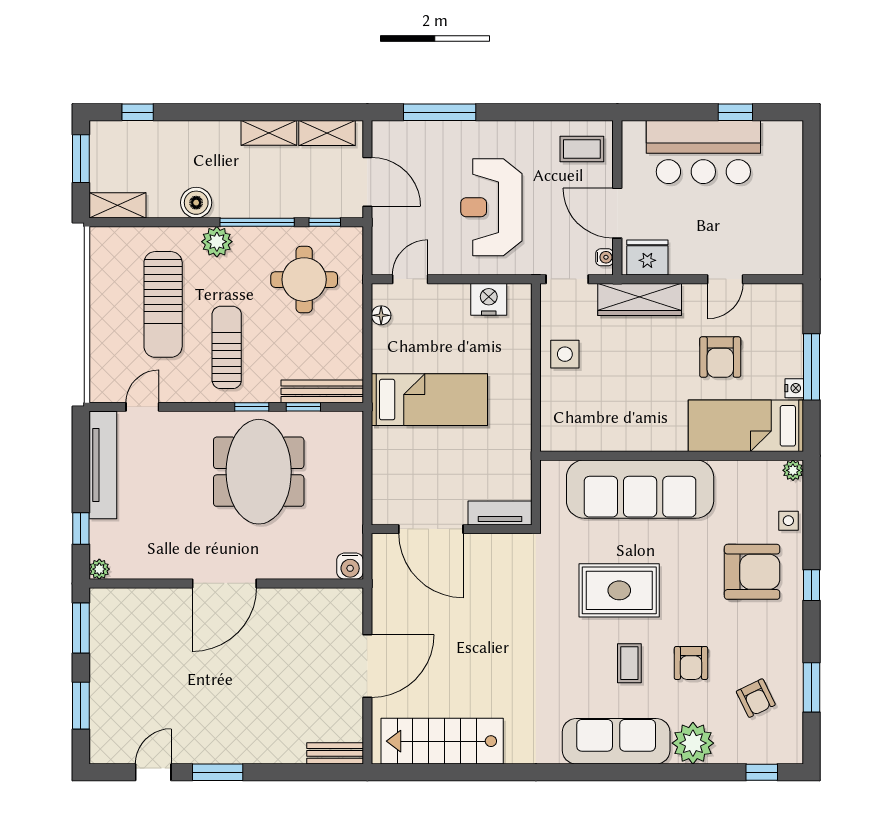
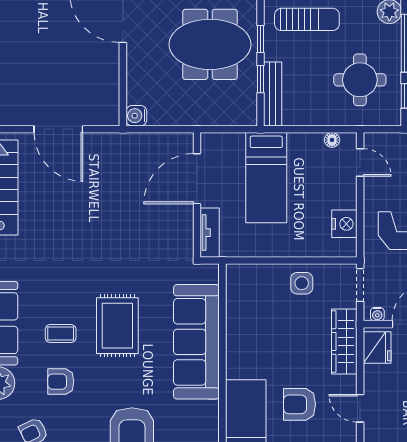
tv unit: (500, 513) -> (210, 233), moved
door: (431, 529) -> (197, 179), moved
wall: (452, 529) -> (197, 195), moved

